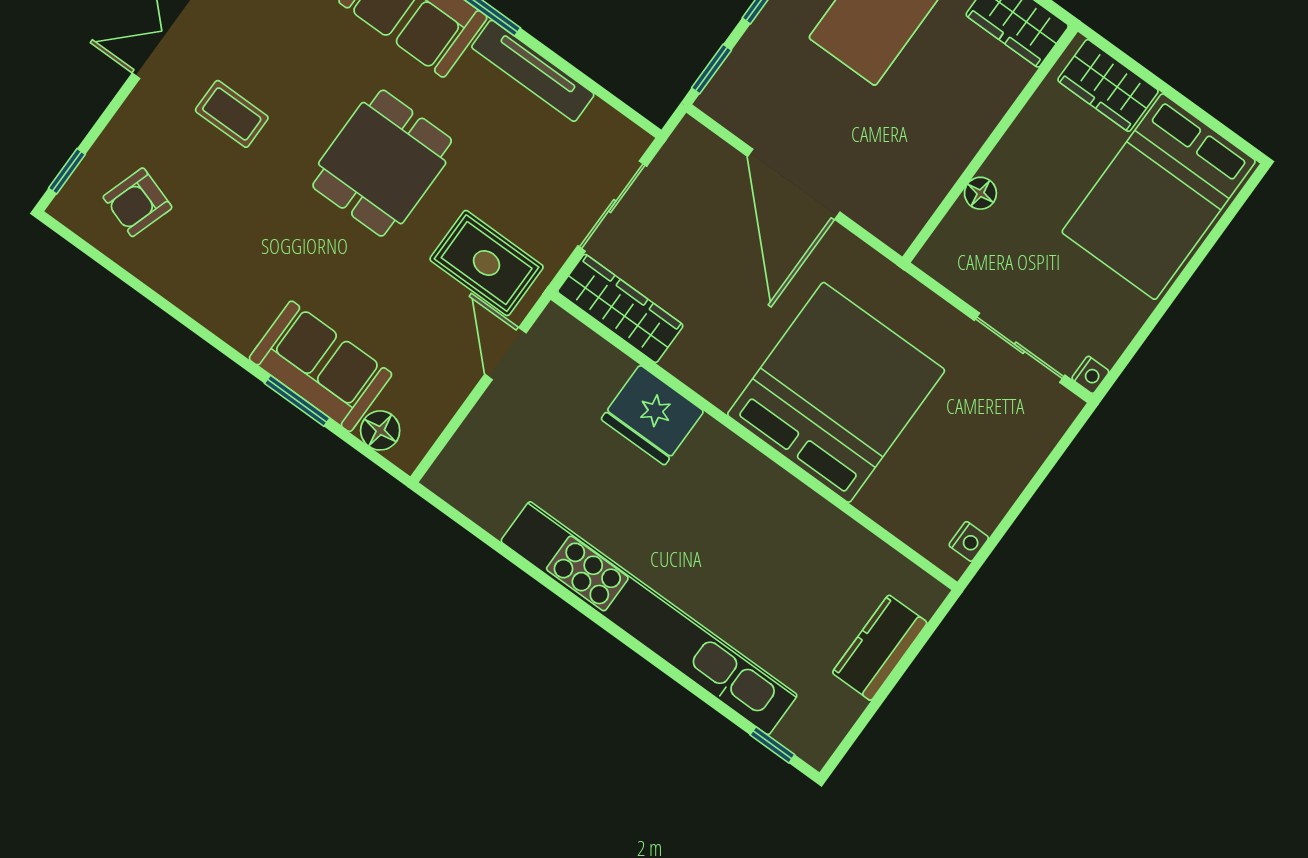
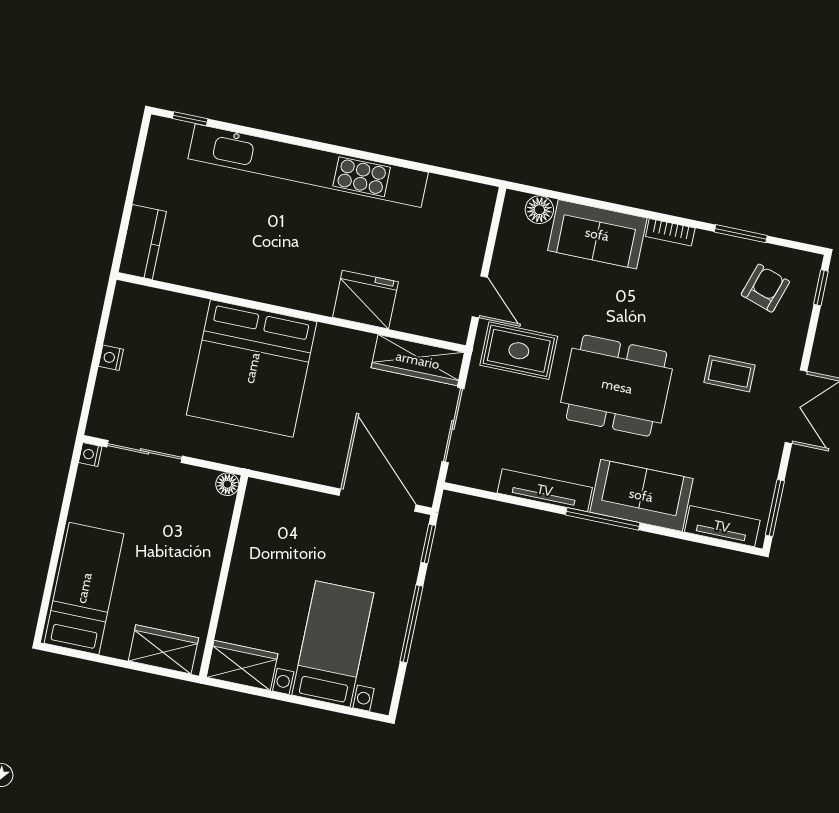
dining table: (382, 163) -> (617, 386), width x1.38
door: (794, 184) -> (378, 500), moved
floor lamp: (980, 193) -> (227, 484), moved
bed: (1159, 197) -> (84, 588), width x0.67
bookcase: (227, 327) -> (670, 232), added
window: (297, 401) -> (741, 234), moved
nightstand: (969, 541) -> (111, 358), moved
kitchen counter: (880, 648) -> (142, 242), moved

